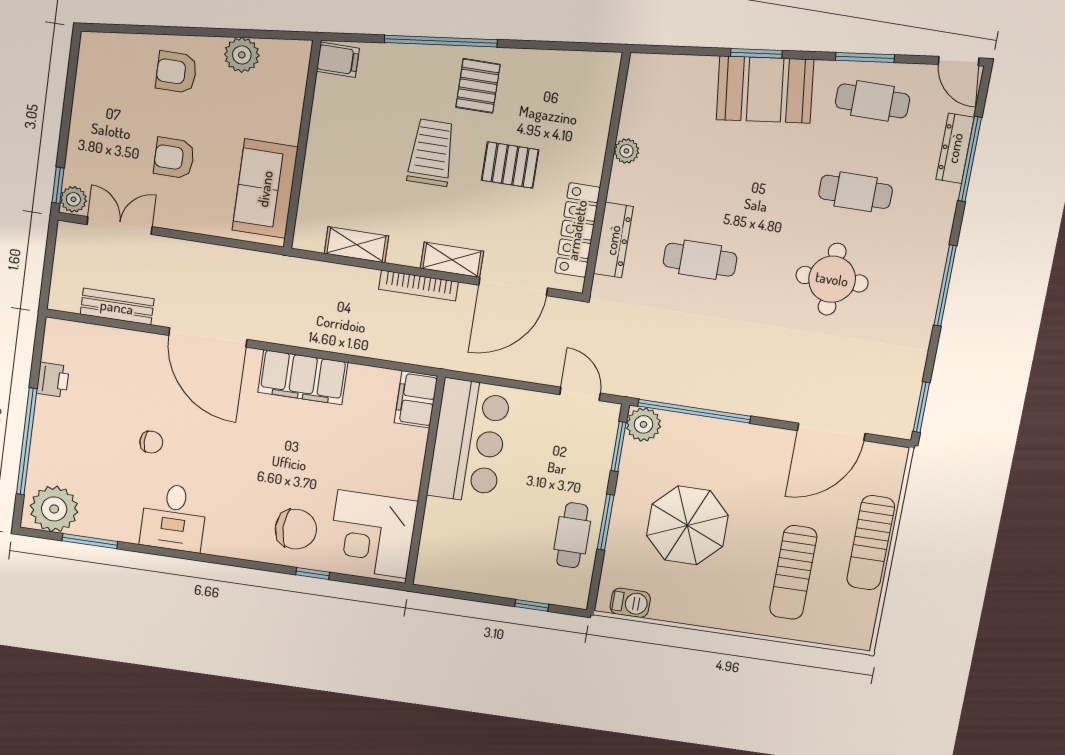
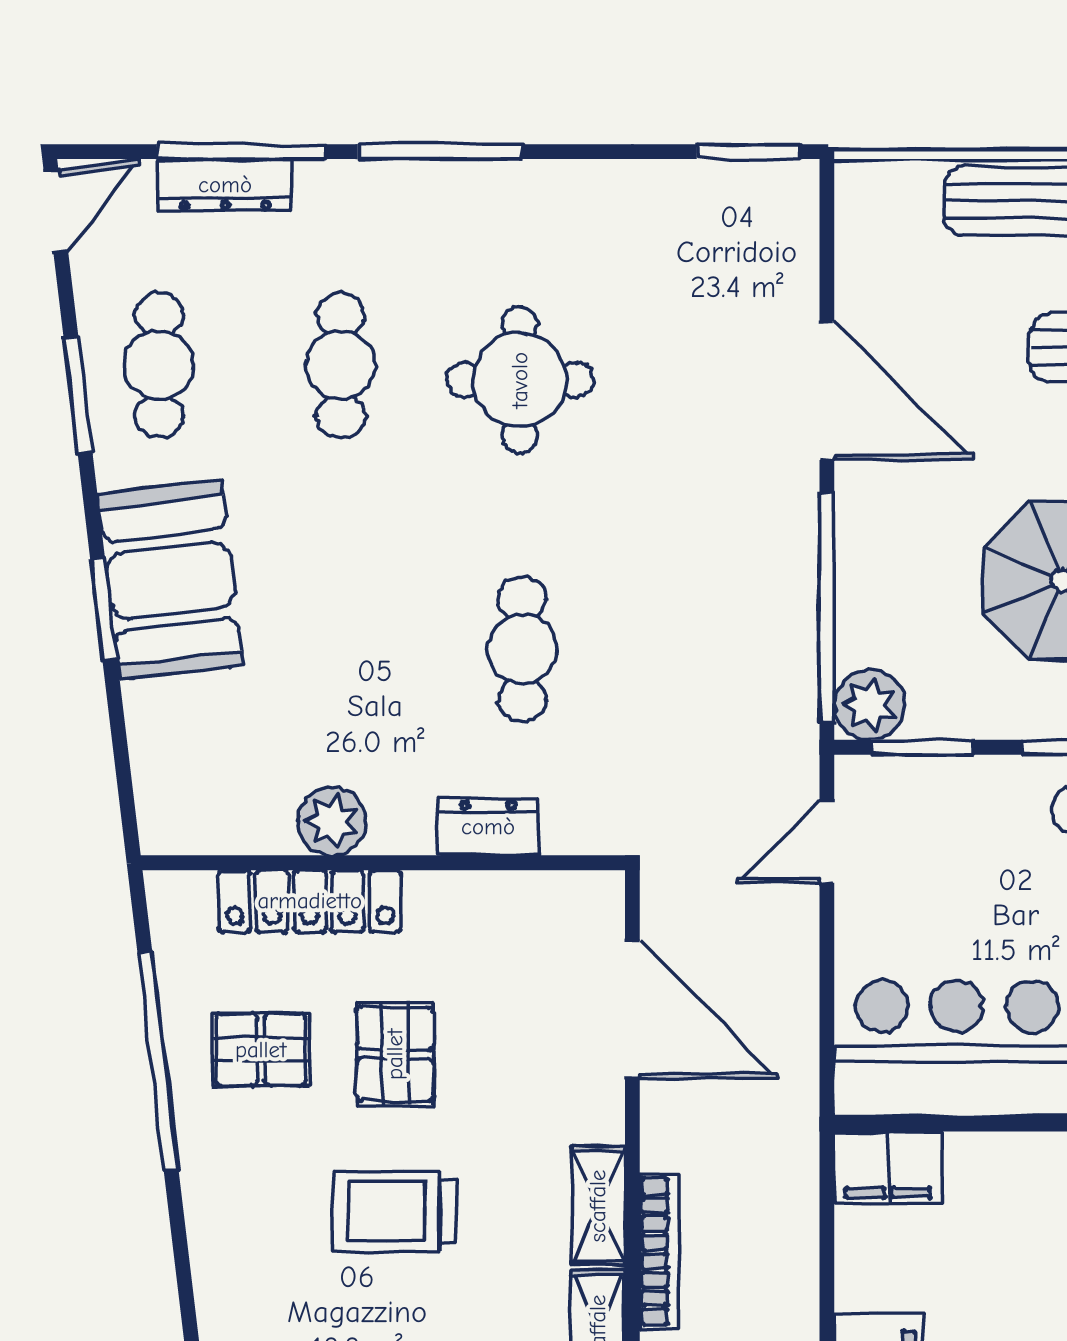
window: (441, 41) -> (158, 1061), moved
pallet: (478, 86) -> (261, 1050), moved
plant: (626, 151) -> (332, 821), width x1.38, depth x1.38
locker: (577, 230) -> (310, 901), moved
dresser: (613, 240) -> (488, 827), width x0.70
shelving: (452, 260) -> (598, 1206), moved
bookcase: (418, 285) -> (659, 1252), moved
window: (945, 286) -> (440, 152), moved
door: (831, 432) -> (827, 390), moved

